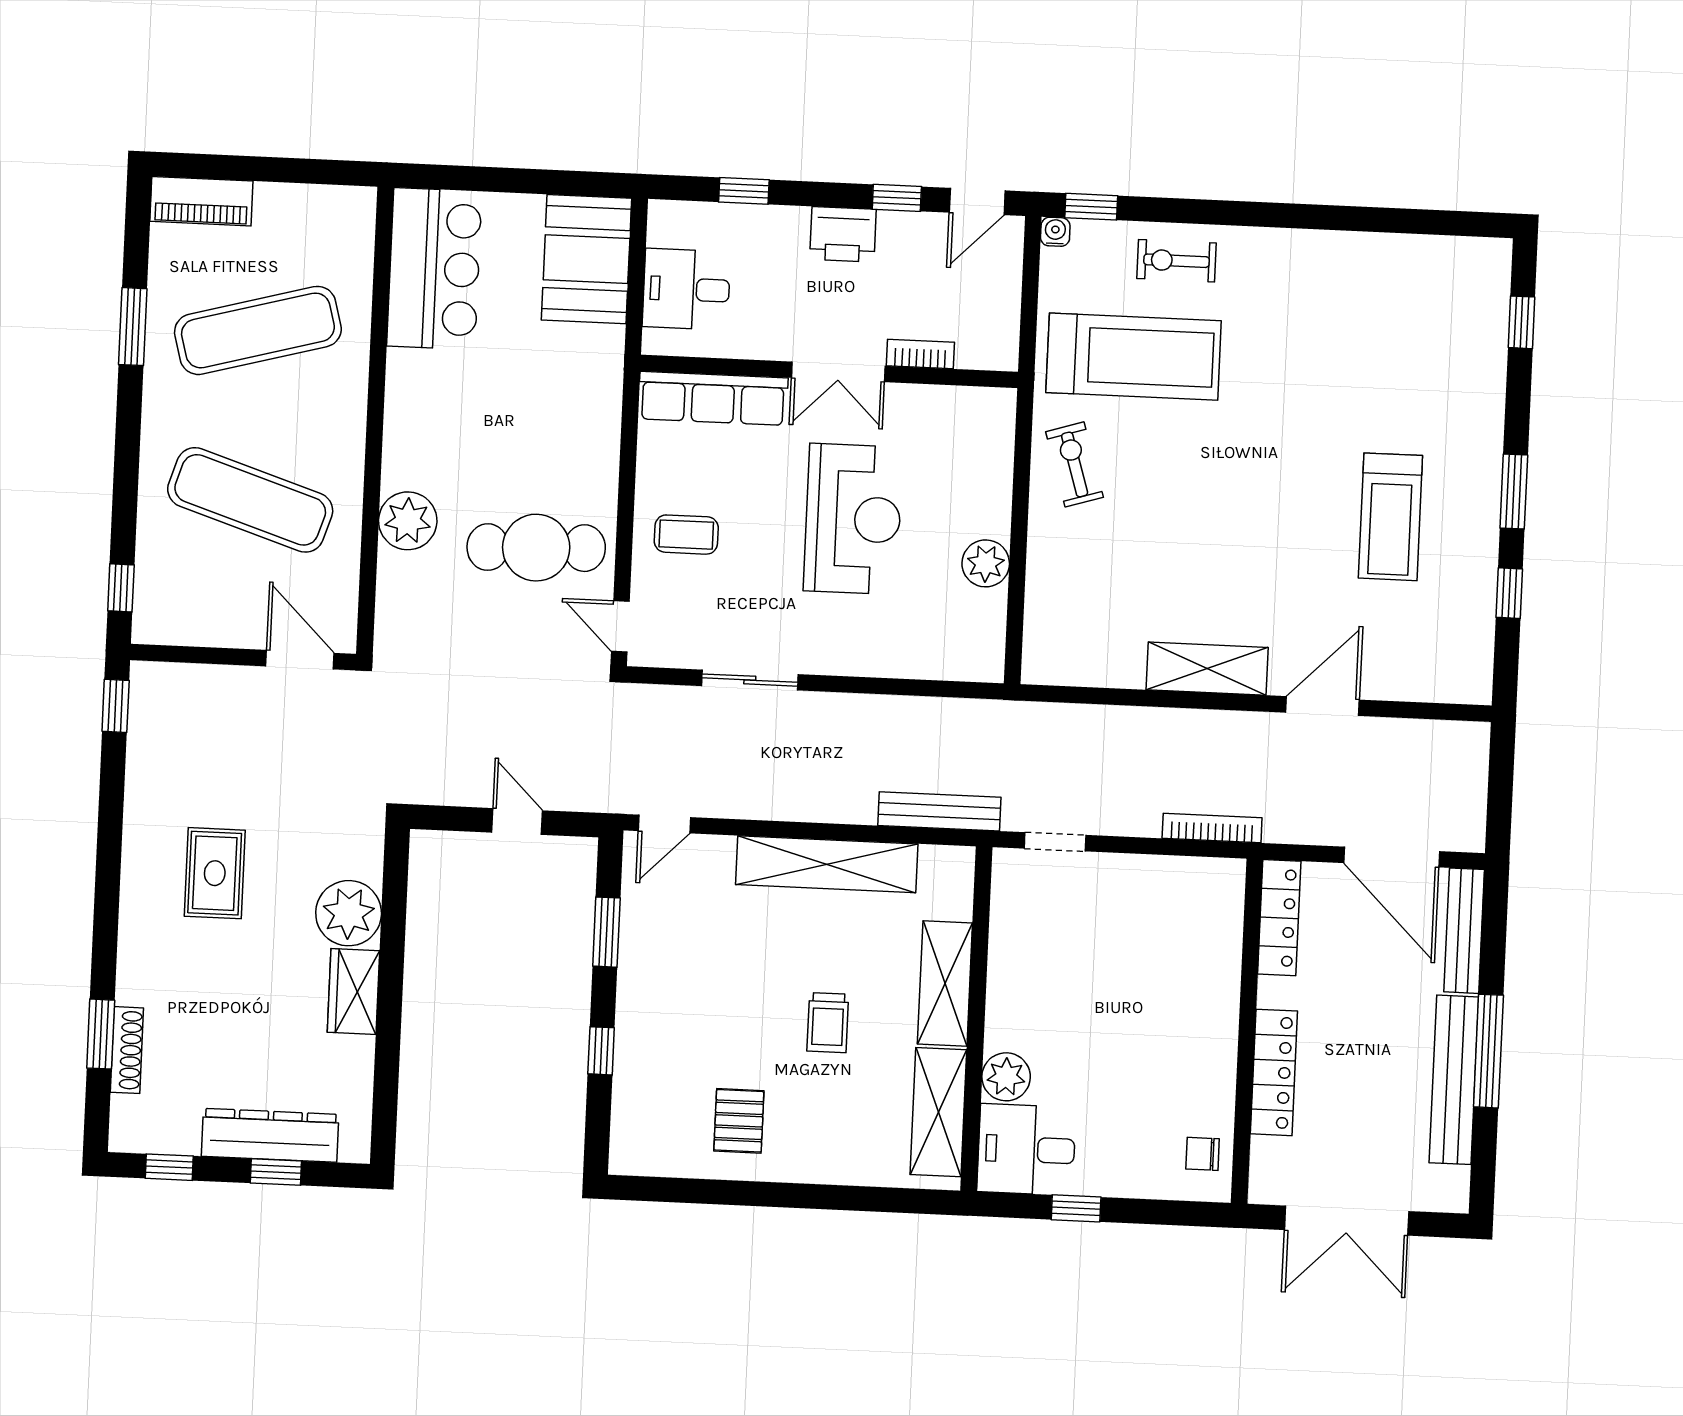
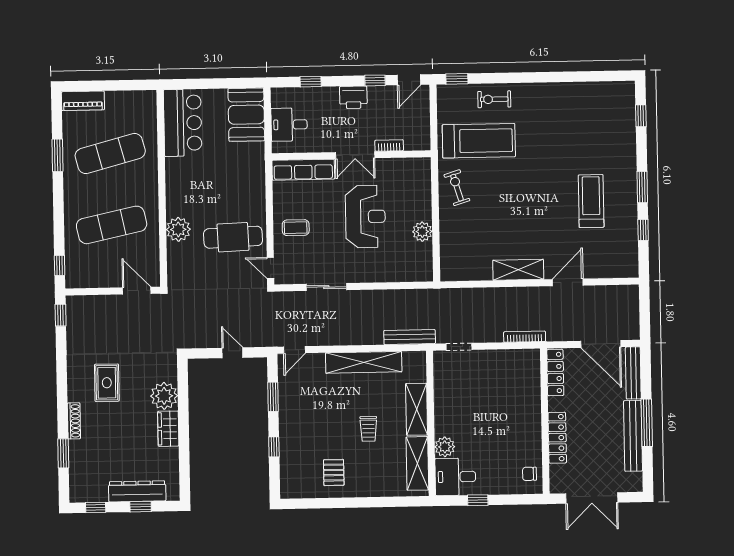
water cooler: (1055, 232) -> (443, 90), removed
exercise mat: (250, 500) -> (112, 225), turned -30
treadmill: (1390, 517) -> (591, 201), turned 180
shoe rack: (127, 1050) -> (74, 421), moved

